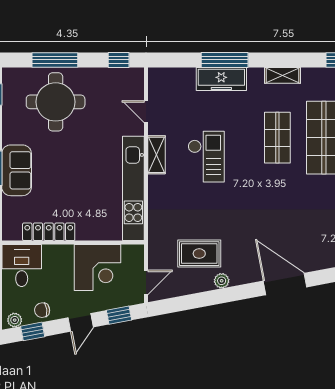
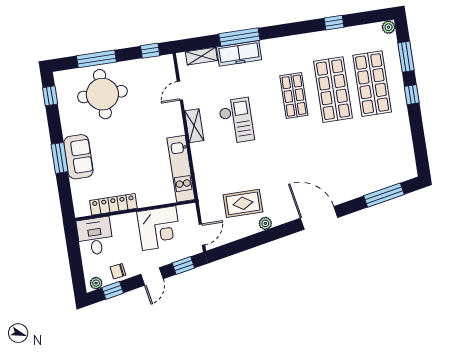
shelving: (283, 75) -> (201, 56), moved
door: (146, 112) -> (180, 91), hinge flipped
kitchen unit: (133, 188) -> (181, 169), width x0.73

